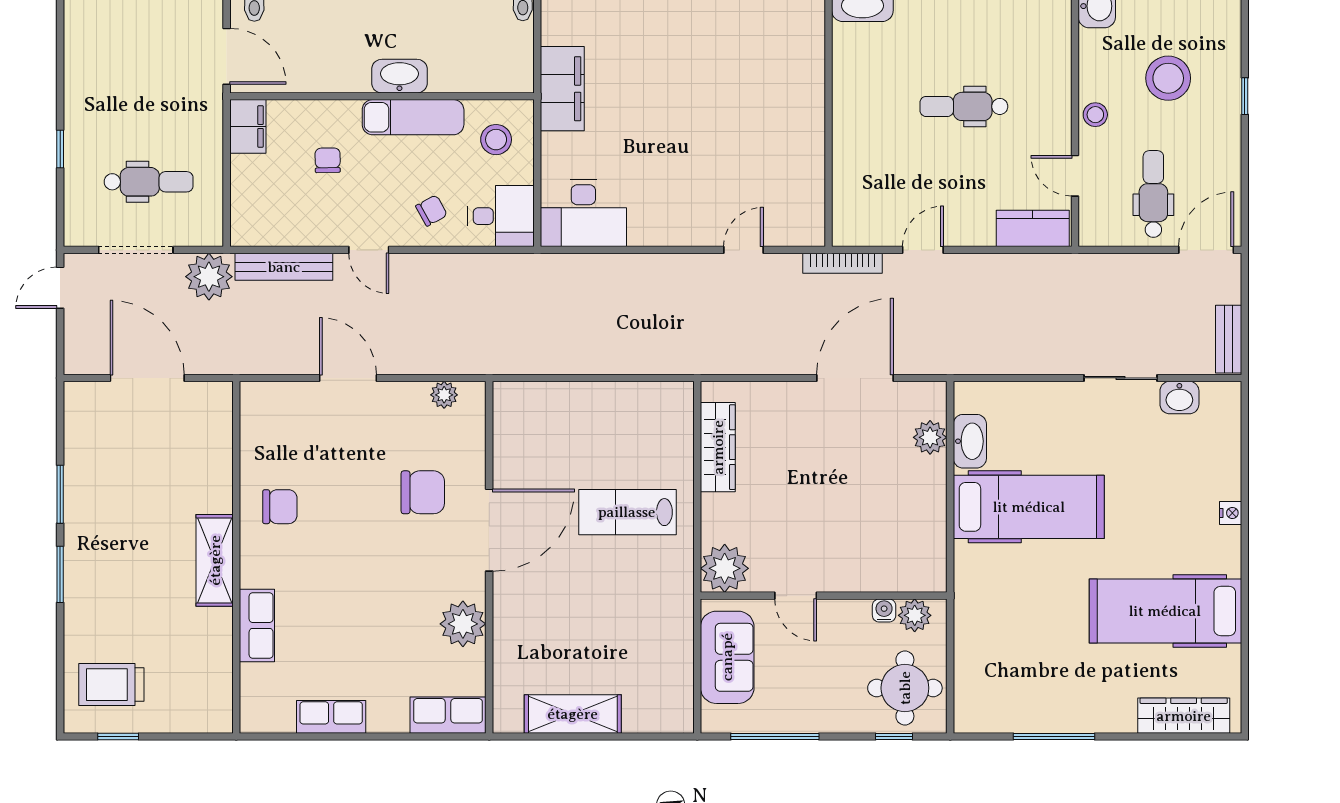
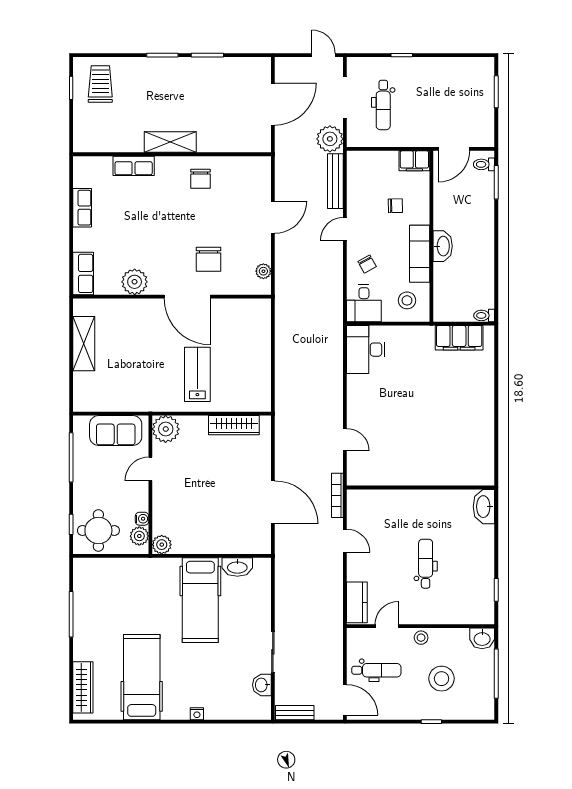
filing cabinet: (562, 89) -> (459, 338), moved
plant: (930, 437) -> (162, 545), moved

